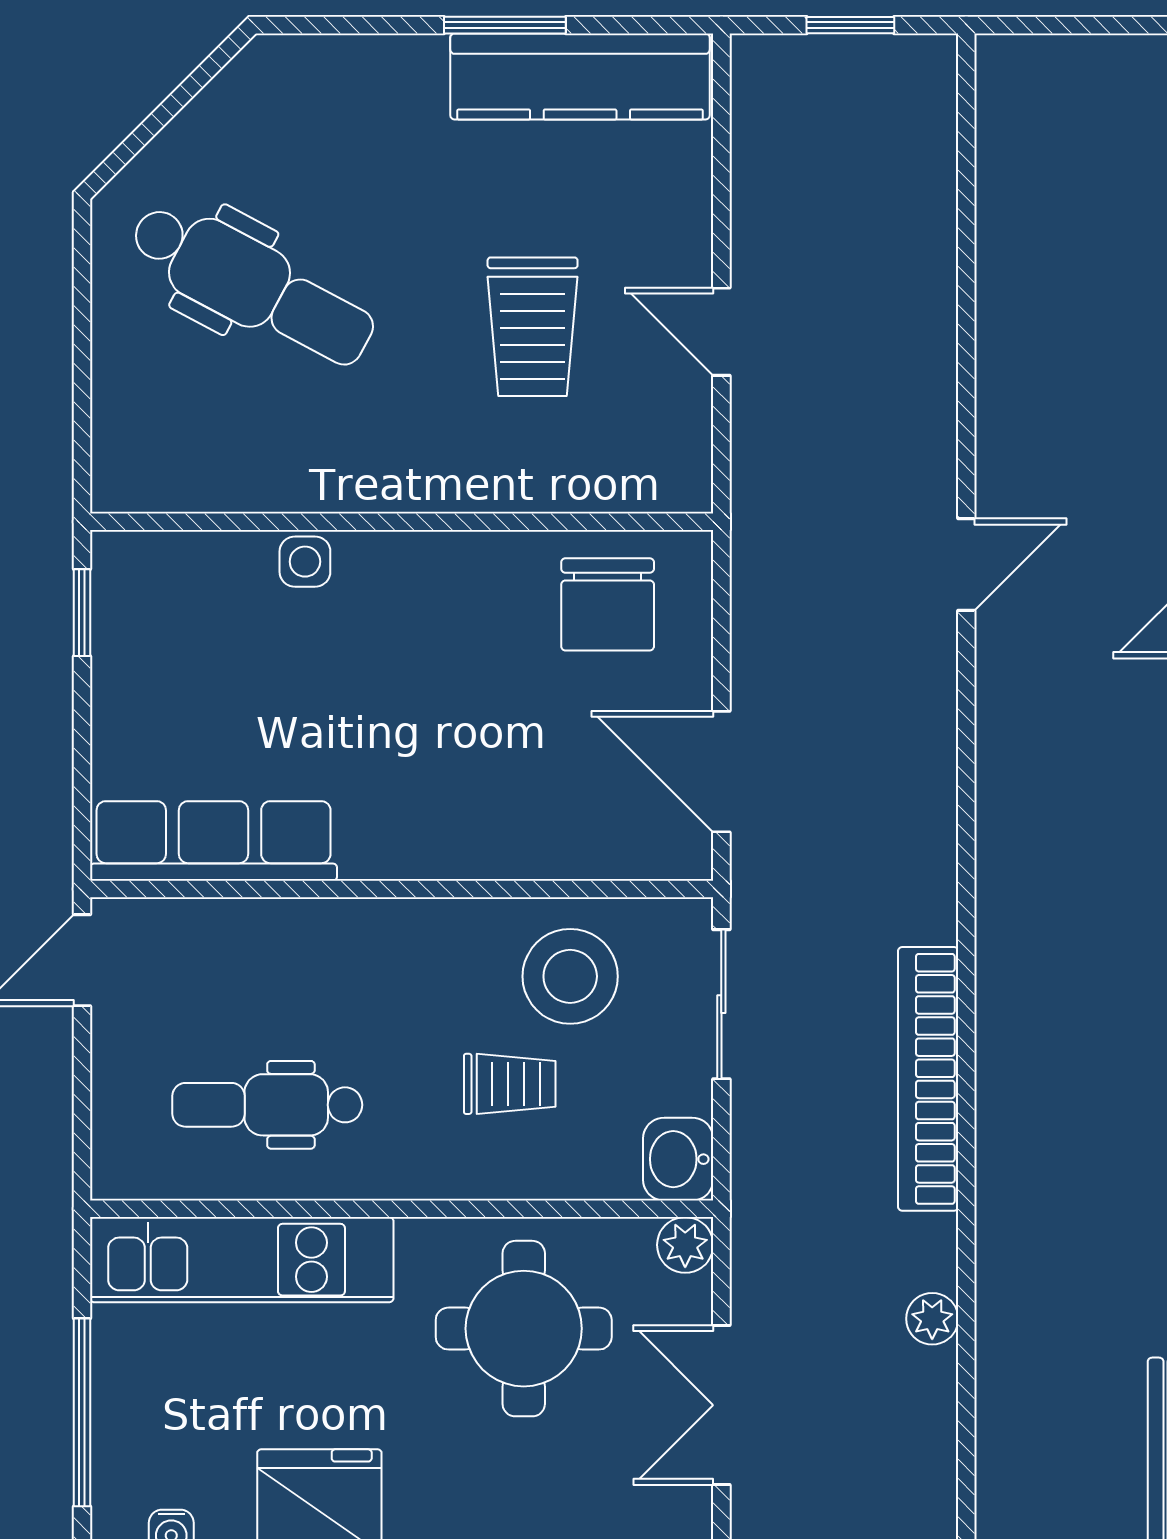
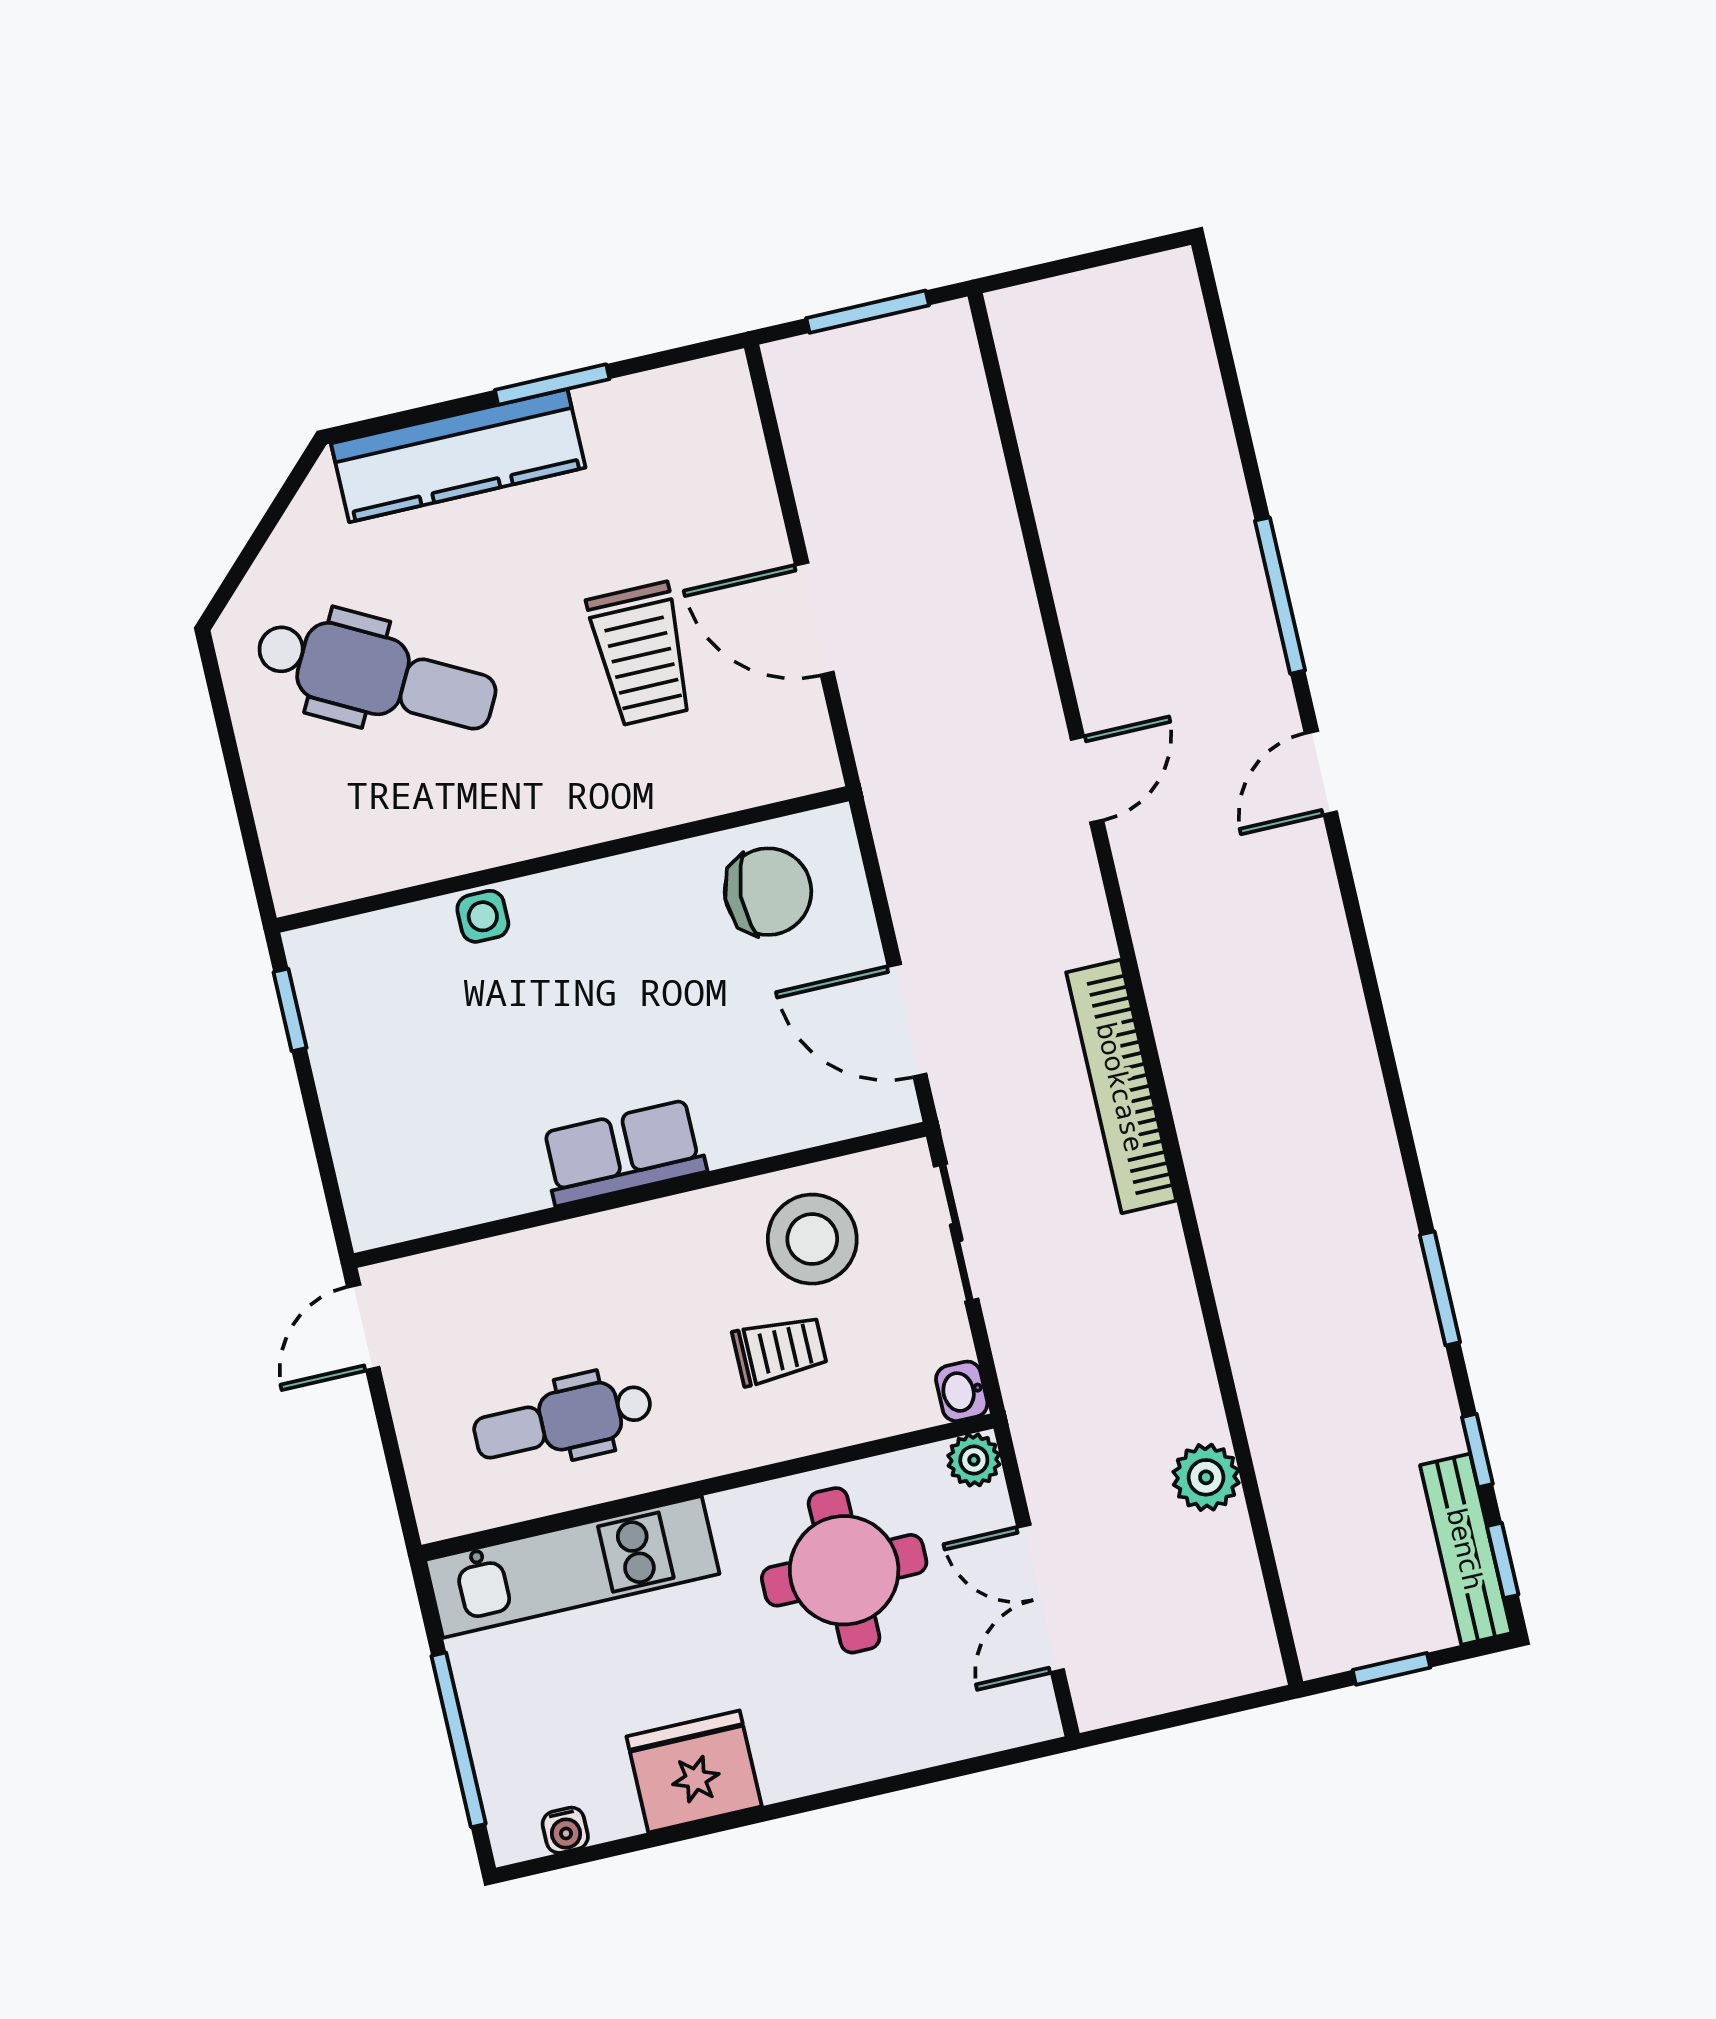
window: (850, 25) -> (868, 312), width x1.50
kitchen counter: (580, 76) -> (458, 456), moved
door: (721, 332) -> (814, 619), width x1.38
chair: (608, 604) -> (768, 892), turned -87
row of seats: (214, 841) -> (623, 1153), moved, width x0.68
bookcase: (928, 1079) -> (1121, 1087), moved
washbasin: (678, 1159) -> (962, 1391), width x0.72, depth x0.69
plant: (932, 1319) -> (1206, 1477), width x1.38, depth x1.38

